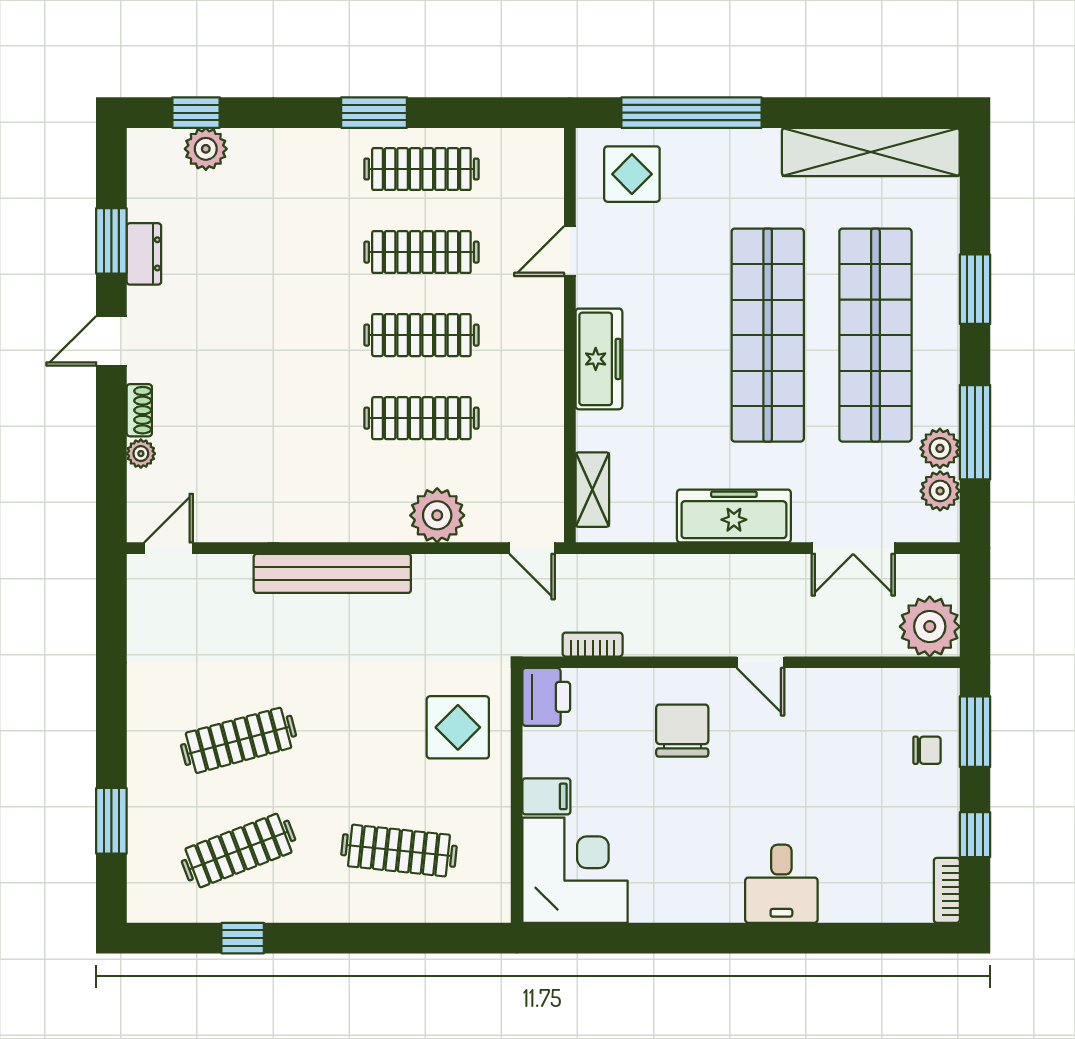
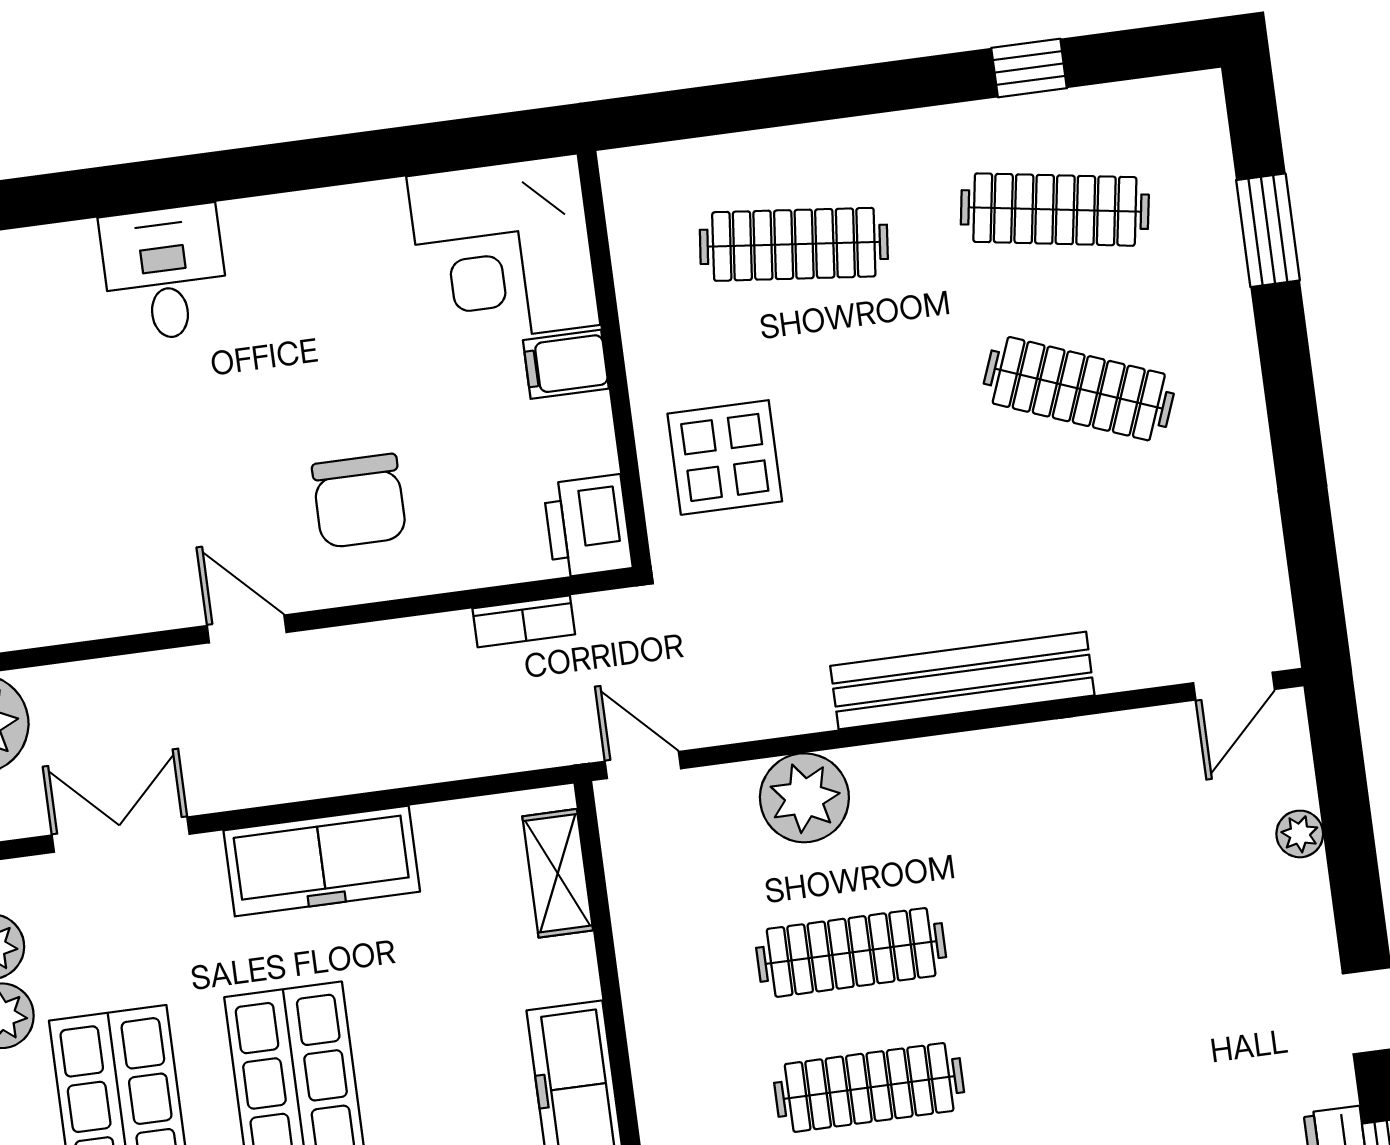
shoe rack: (139, 410) -> (1312, 904), removed
clothes rail: (238, 740) -> (1079, 389), turned 36
clothes rail: (238, 851) -> (1055, 210), turned 30

